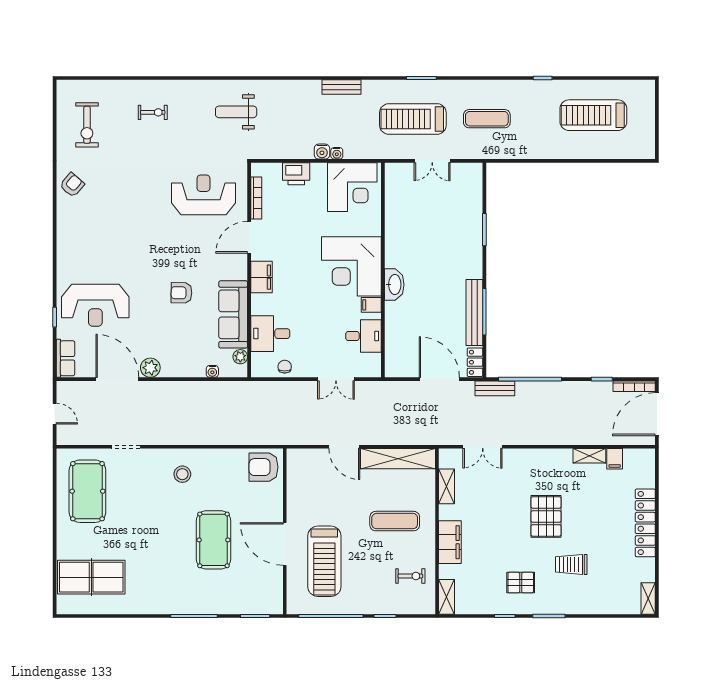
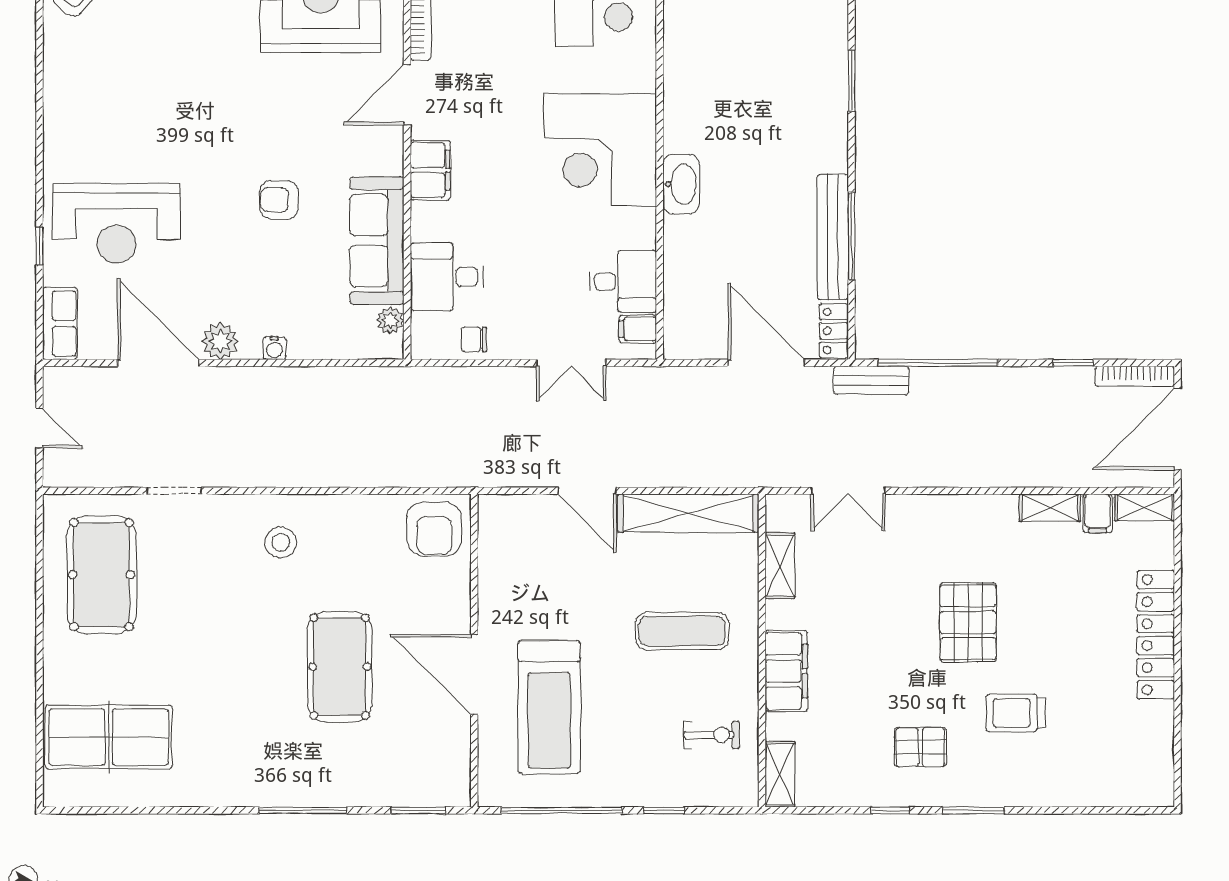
filing cabinet: (371, 305) -> (638, 329), moved
chair: (285, 367) -> (474, 339), turned -90
water cooler: (212, 371) -> (274, 348), moved
armchair: (264, 467) -> (434, 529), turned -90
shelving: (648, 598) -> (1145, 507), moved, turned 90

